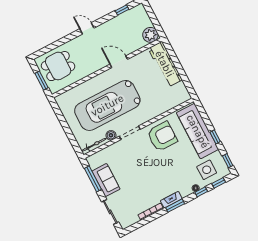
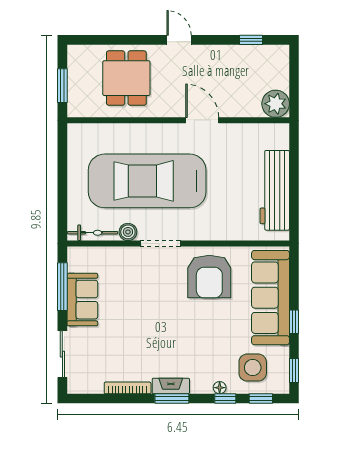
workbench: (165, 64) -> (275, 190), moved
dining table: (58, 66) -> (126, 78), moved, turned 90
armchair: (162, 136) -> (209, 277), turned 90

